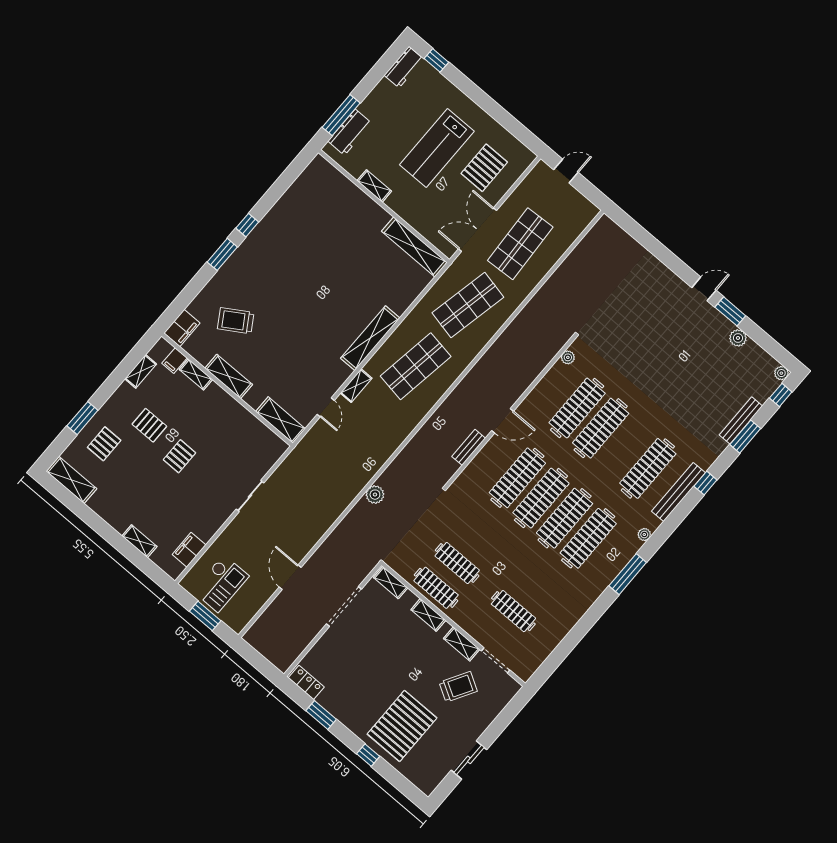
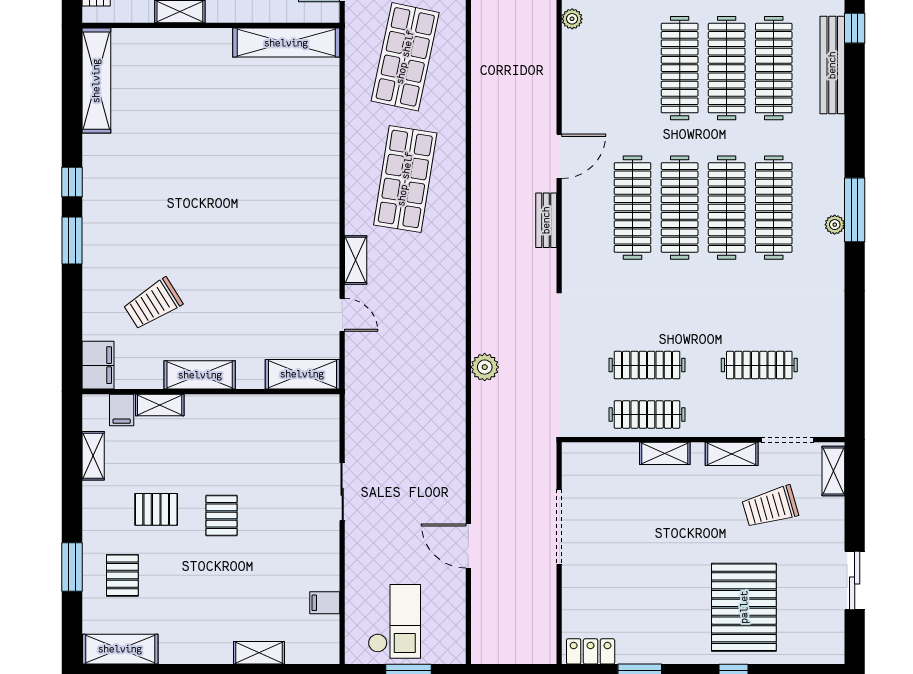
shelving: (370, 338) -> (96, 81), moved
clothes rail: (577, 408) -> (727, 68), moved
plant: (644, 535) -> (835, 225), moved
filing cabinet: (189, 550) -> (325, 603), width x0.50
shelving: (391, 583) -> (833, 471), moved, turned 90
trolley: (458, 687) -> (770, 507), turned -136

